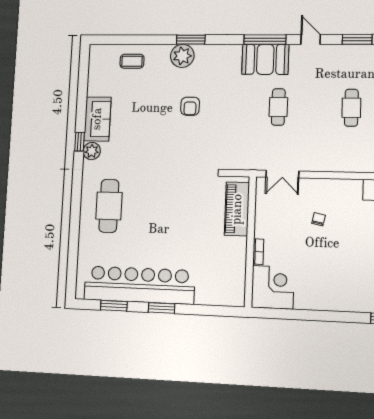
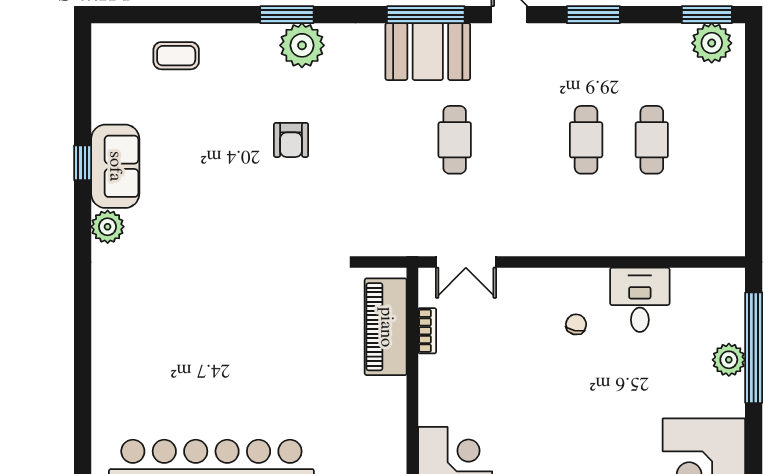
plant: (182, 56) -> (302, 45), moved
window: (79, 142) -> (83, 163), moved
cafe table: (109, 206) -> (146, 328), removed
chair: (319, 219) -> (576, 324), moved
bookcase: (258, 252) -> (427, 331), moved

